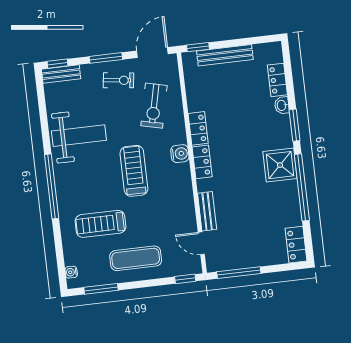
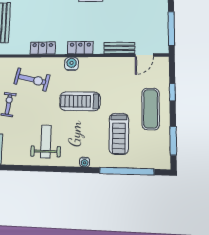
locker: (198, 128) -> (43, 48), moved
weight bench: (79, 136) -> (46, 141), width x0.73, depth x0.75
window: (52, 186) -> (127, 171), moved
water cooler: (71, 272) -> (85, 162), moved
window: (185, 279) -> (172, 92), moved

